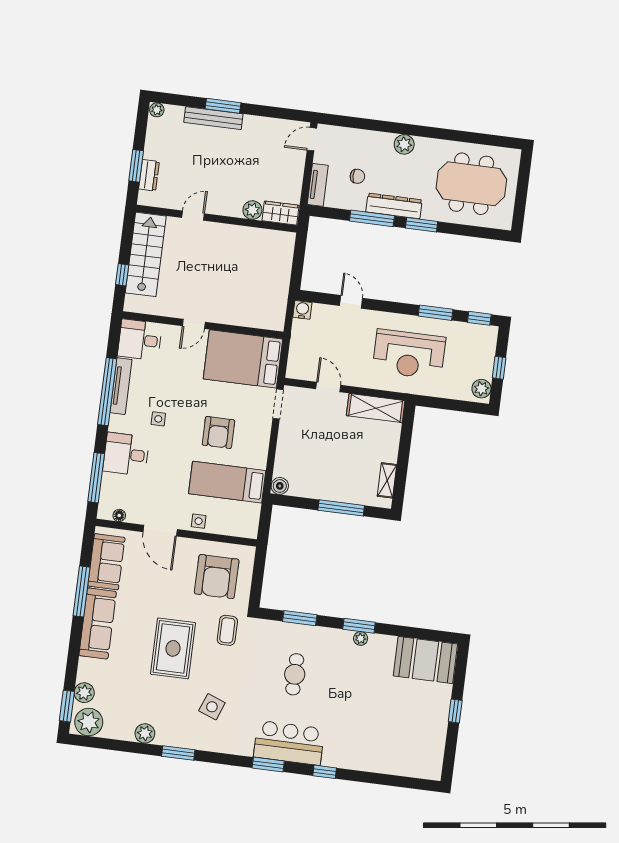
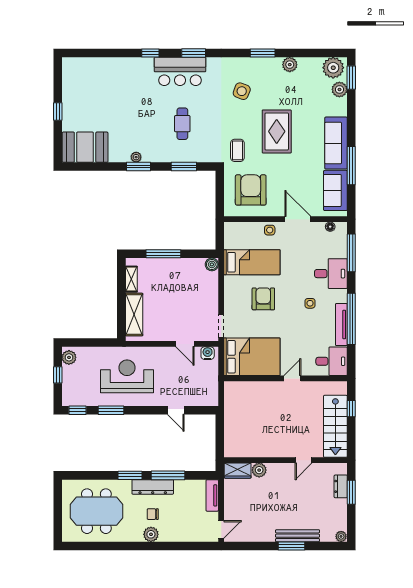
chair: (357, 176) -> (153, 514), moved
water cooler: (302, 310) -> (208, 353), moved, turned 180
shelving: (376, 408) -> (134, 315), moved, turned 90

